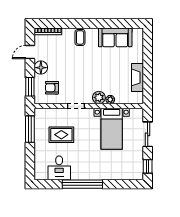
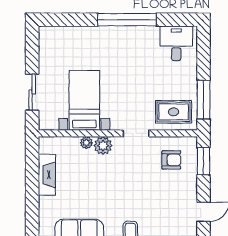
floor lamp: (41, 68) -> (188, 189), removed
rug: (61, 135) -> (174, 112), moved
window: (148, 166) -> (32, 45), removed
desk: (59, 168) -> (176, 43), moved

